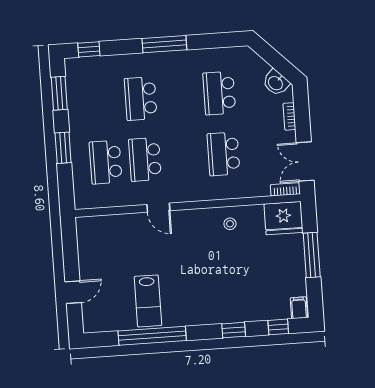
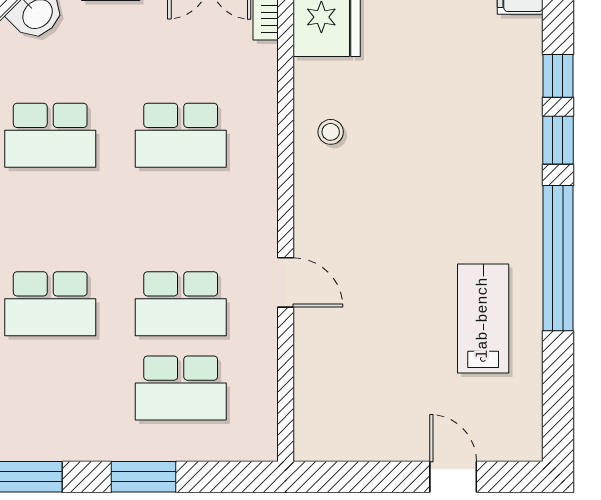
door: (158, 208) -> (286, 282), hinge flipped
lab bench: (148, 301) -> (483, 318), turned -90
window: (278, 327) -> (558, 76), moved
window: (152, 336) -> (558, 258), moved

